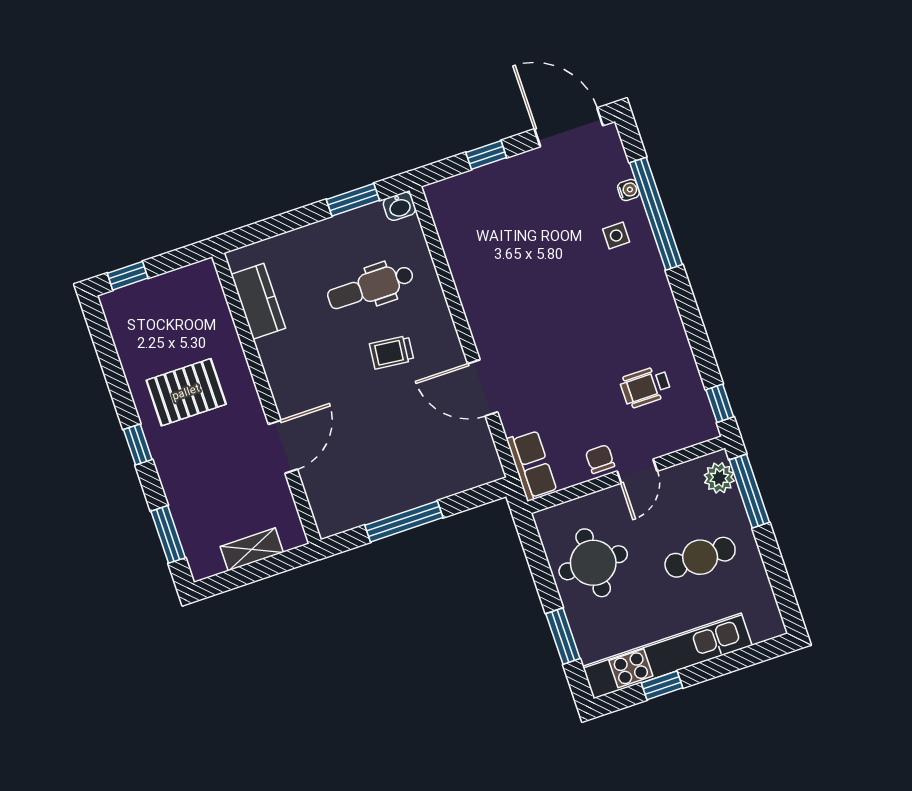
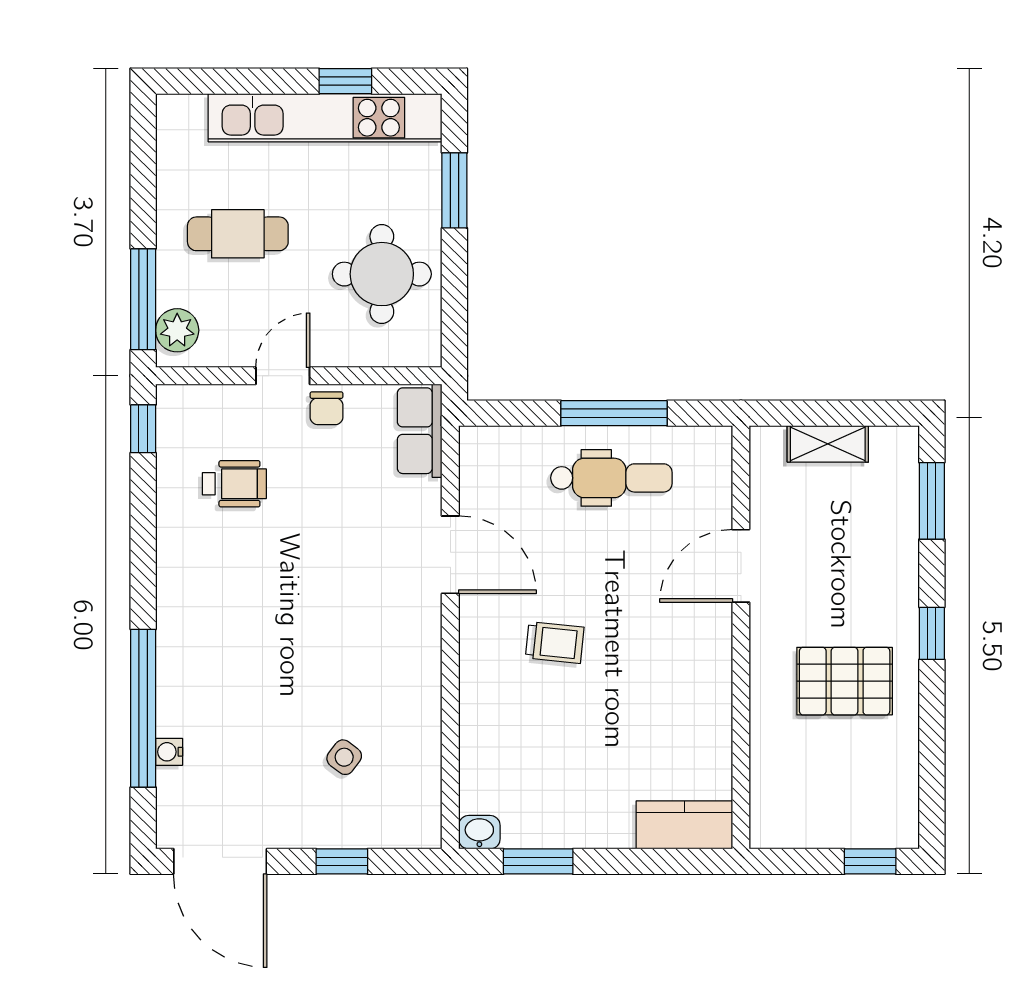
side table: (616, 236) -> (344, 757), moved, turned 37
dental chair: (371, 287) -> (611, 478), moved
kitchen counter: (258, 301) -> (684, 825), moved, turned 90

